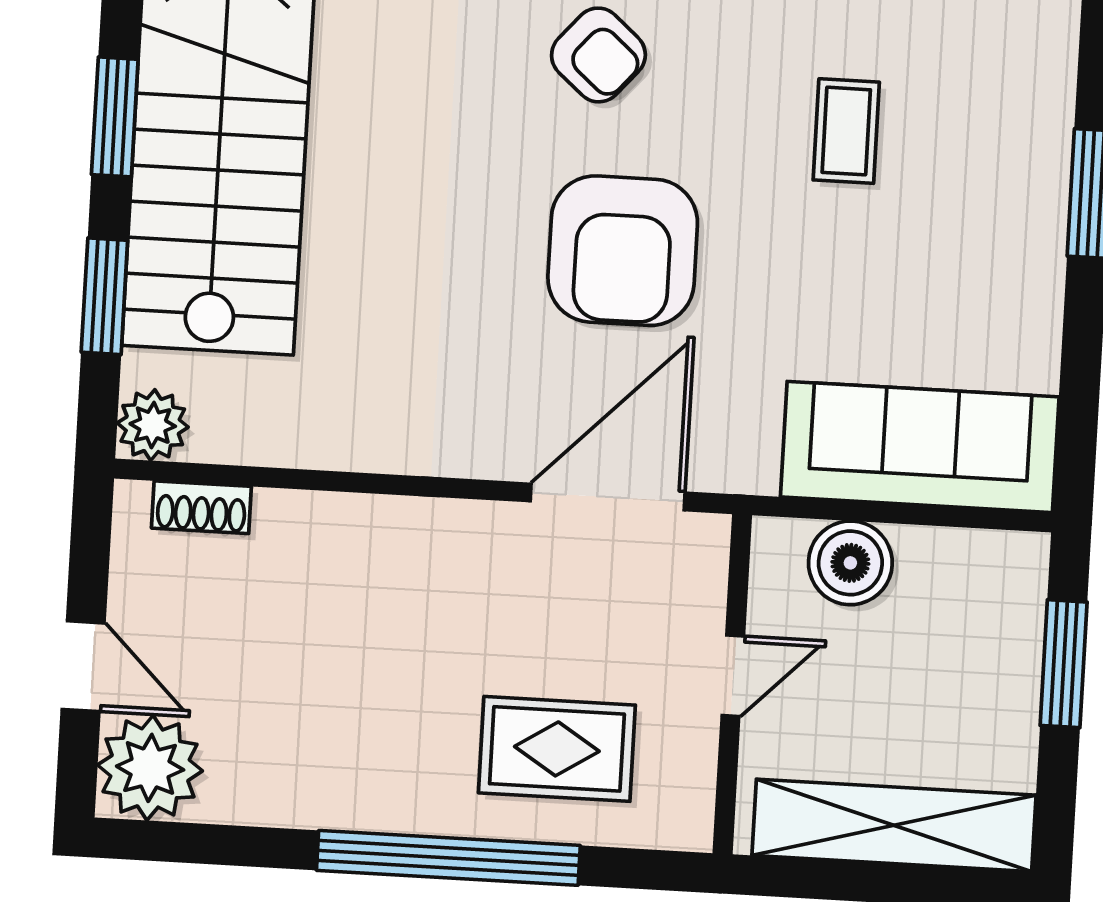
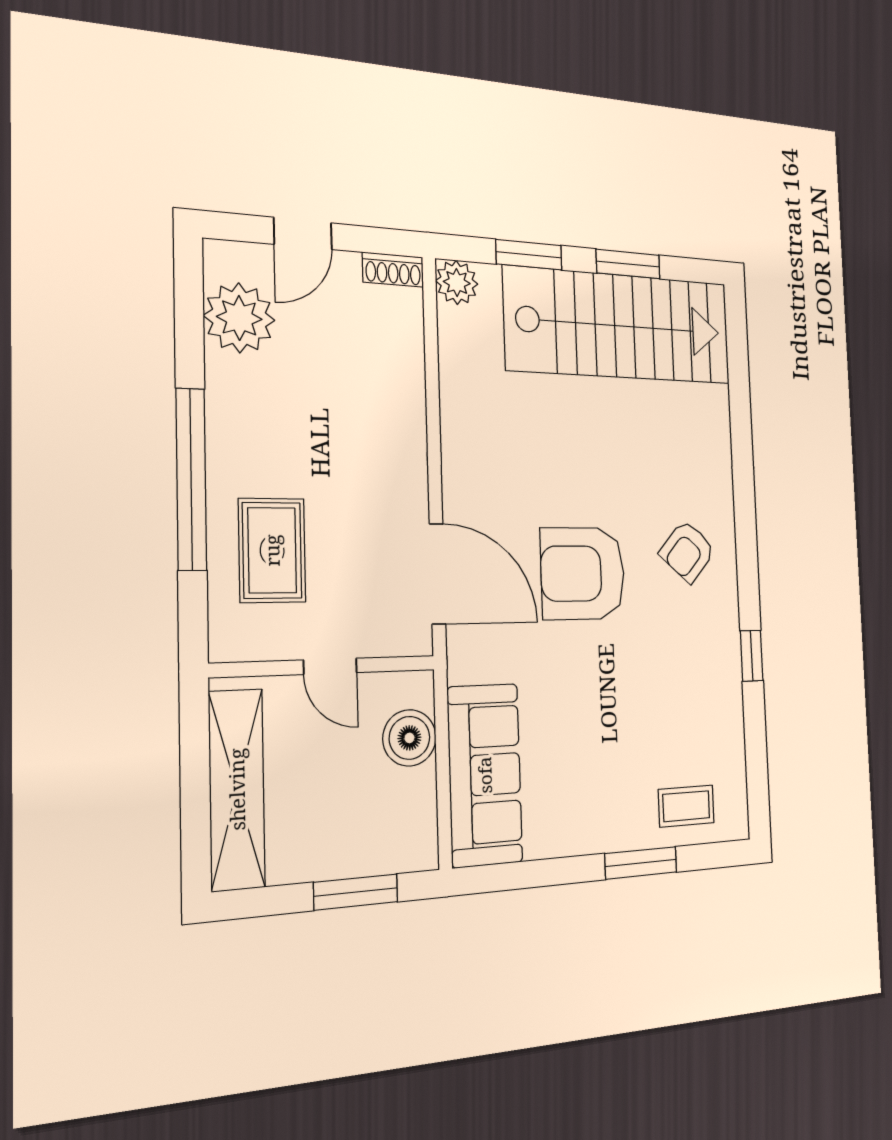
coffee table: (846, 131) -> (686, 806), moved
shoe rack: (201, 507) -> (393, 270), moved, turned -90
plant: (150, 768) -> (239, 318), moved

